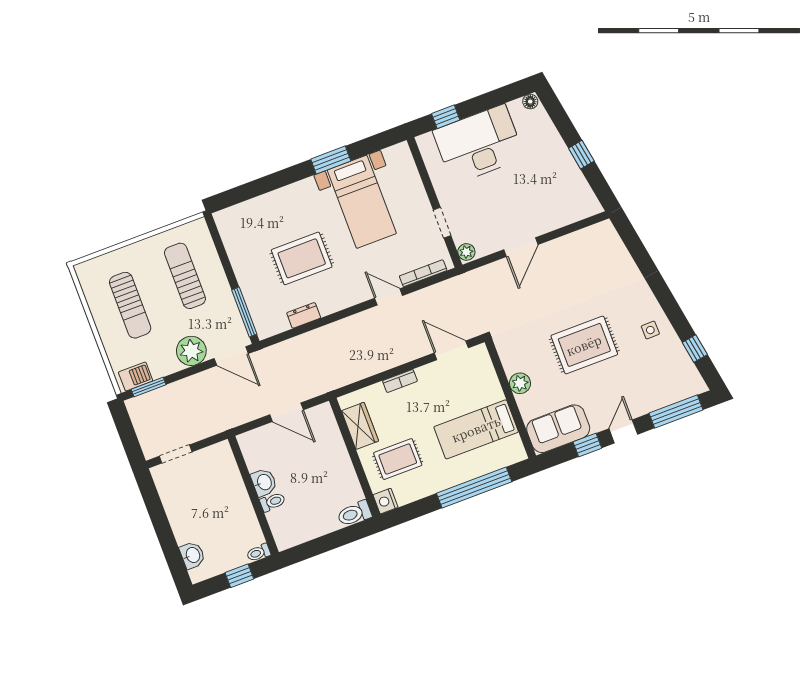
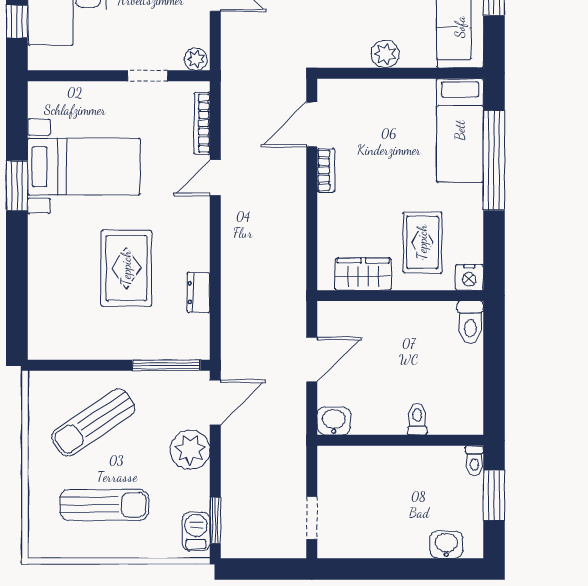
sun lounger: (185, 276) -> (93, 422), turned -34
bookcase: (400, 381) -> (326, 170), moved
bed: (476, 429) -> (460, 130), moved
washbasin: (264, 482) -> (334, 421), moved
window: (239, 576) -> (494, 495), width x1.50

